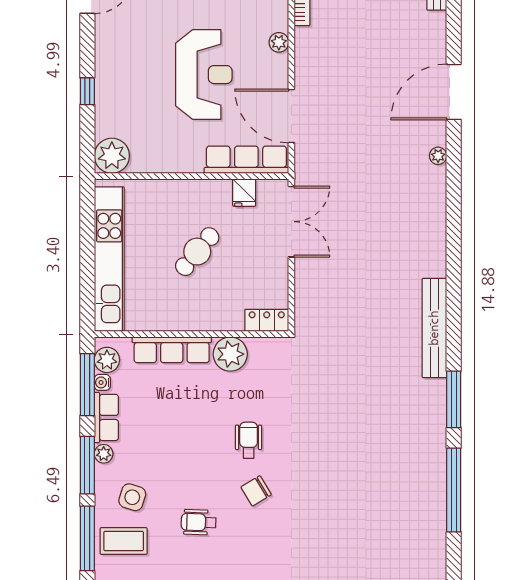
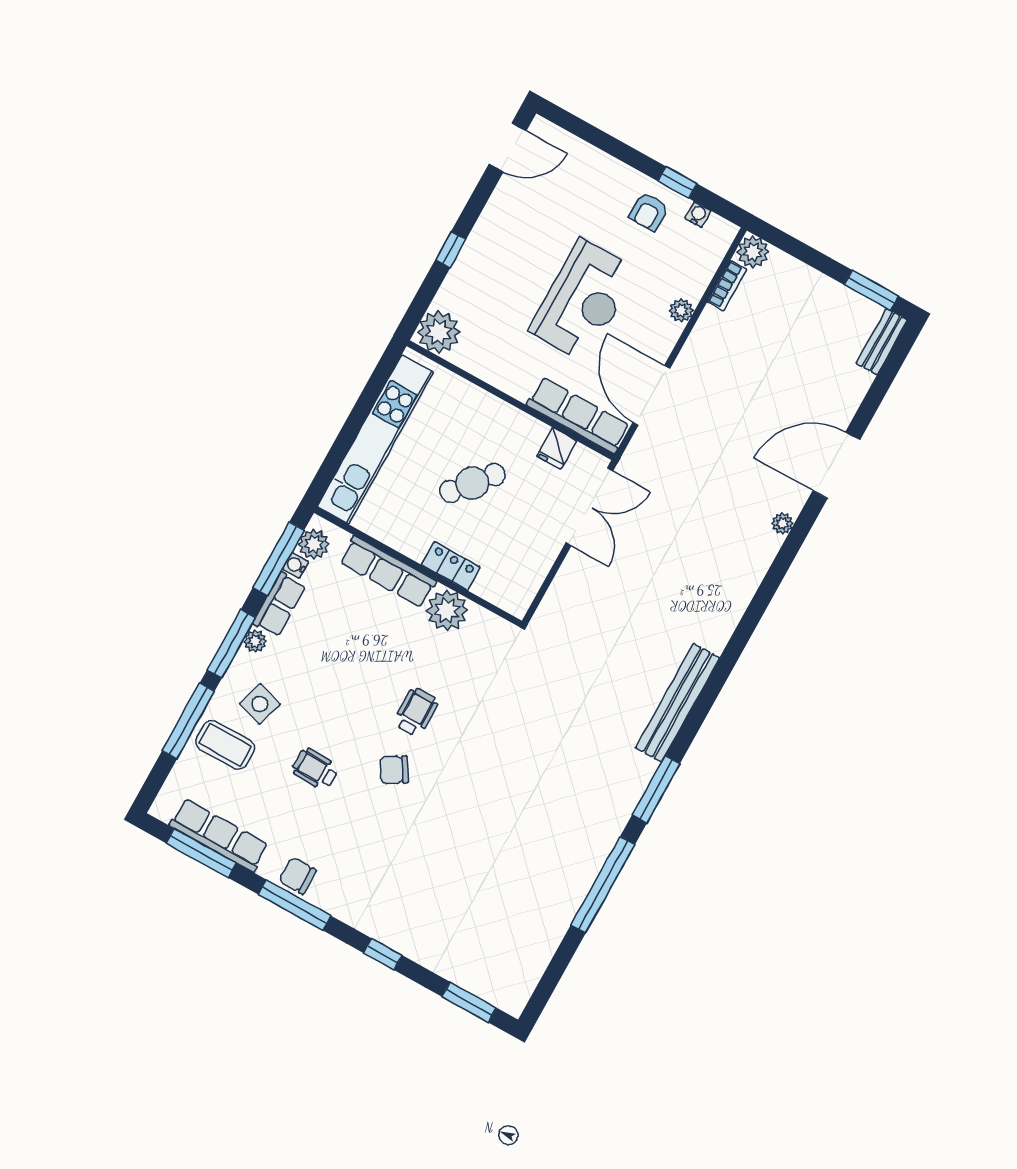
locker: (267, 320) -> (451, 566), moved

